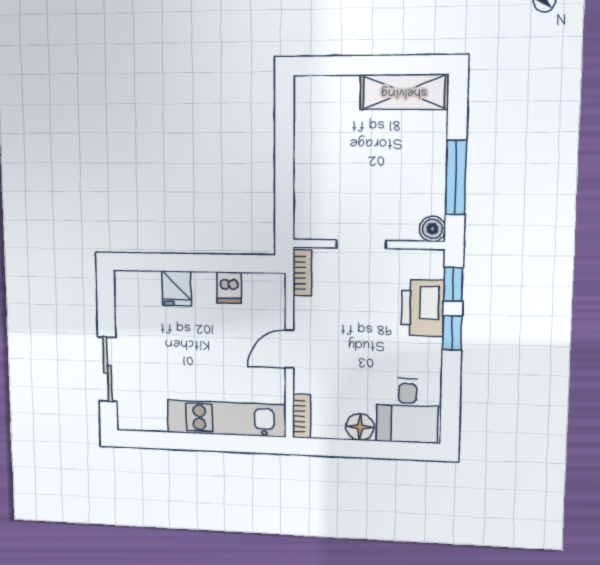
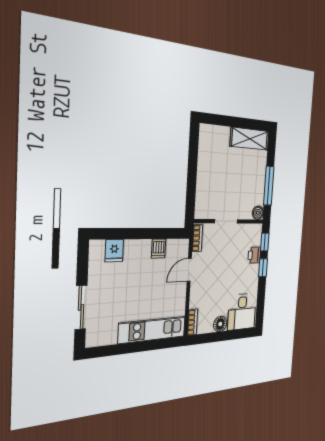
fridge: (176, 288) -> (114, 251), moved
printer: (423, 308) -> (254, 255), width x0.53, depth x0.68
door: (289, 349) -> (189, 270), moved

